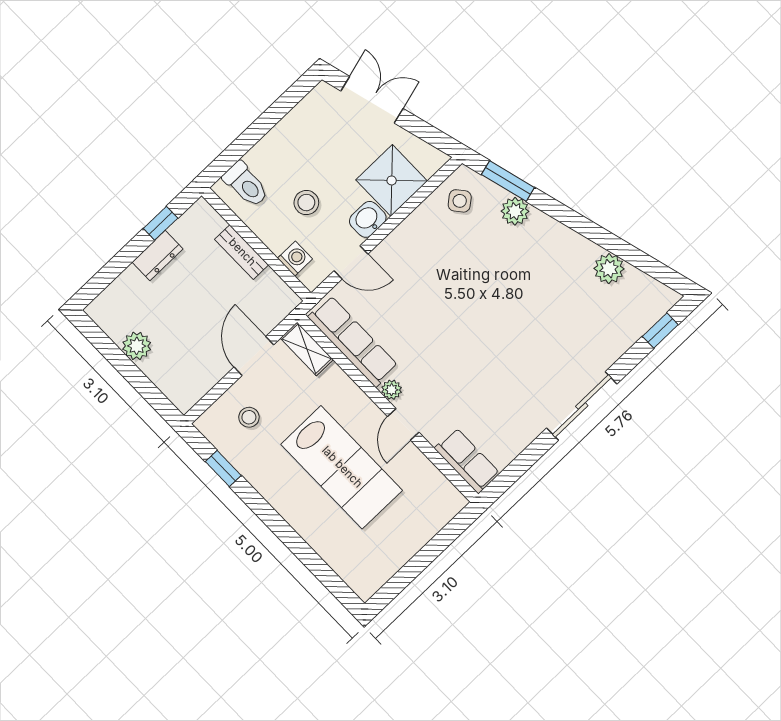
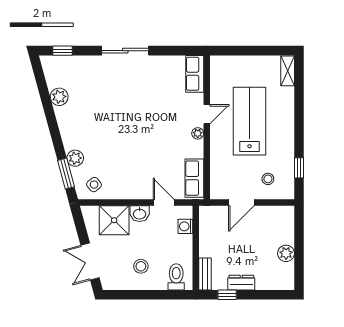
stool: (306, 203) -> (141, 266), moved
bench: (242, 252) -> (205, 274), moved
row of seats: (353, 341) -> (194, 178), width x0.68
shelving: (307, 349) -> (288, 71), moved

